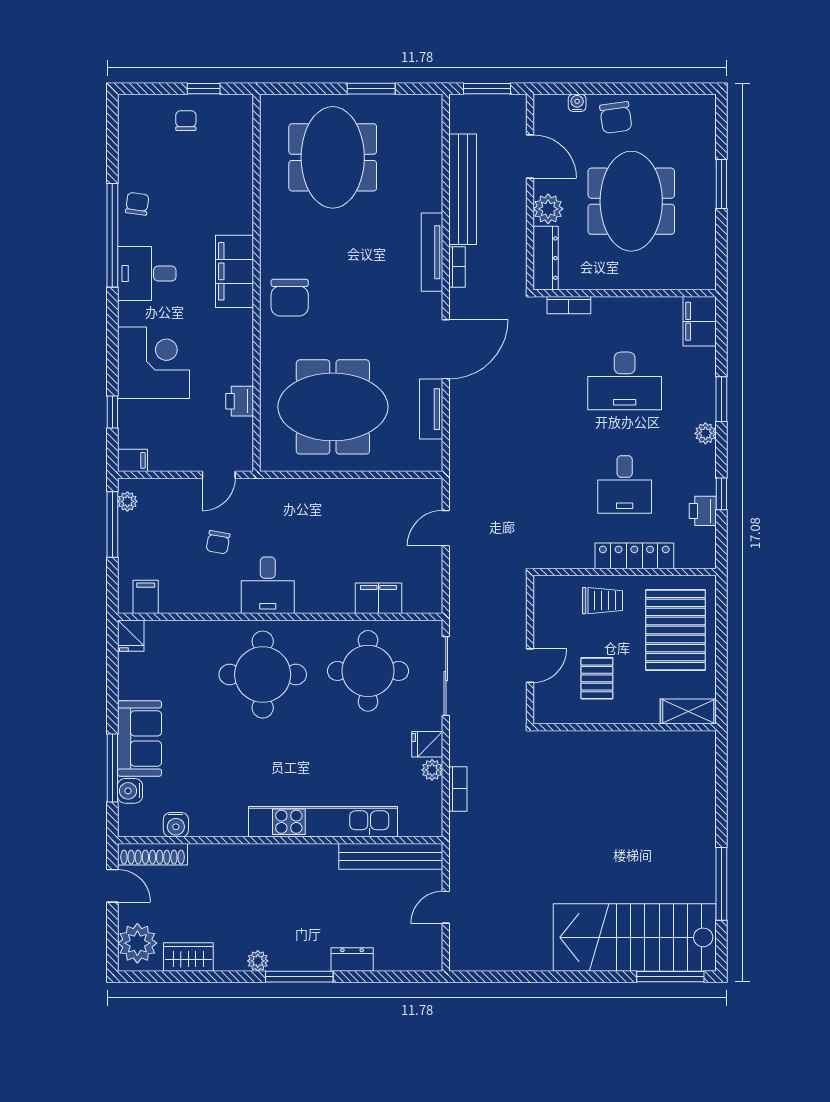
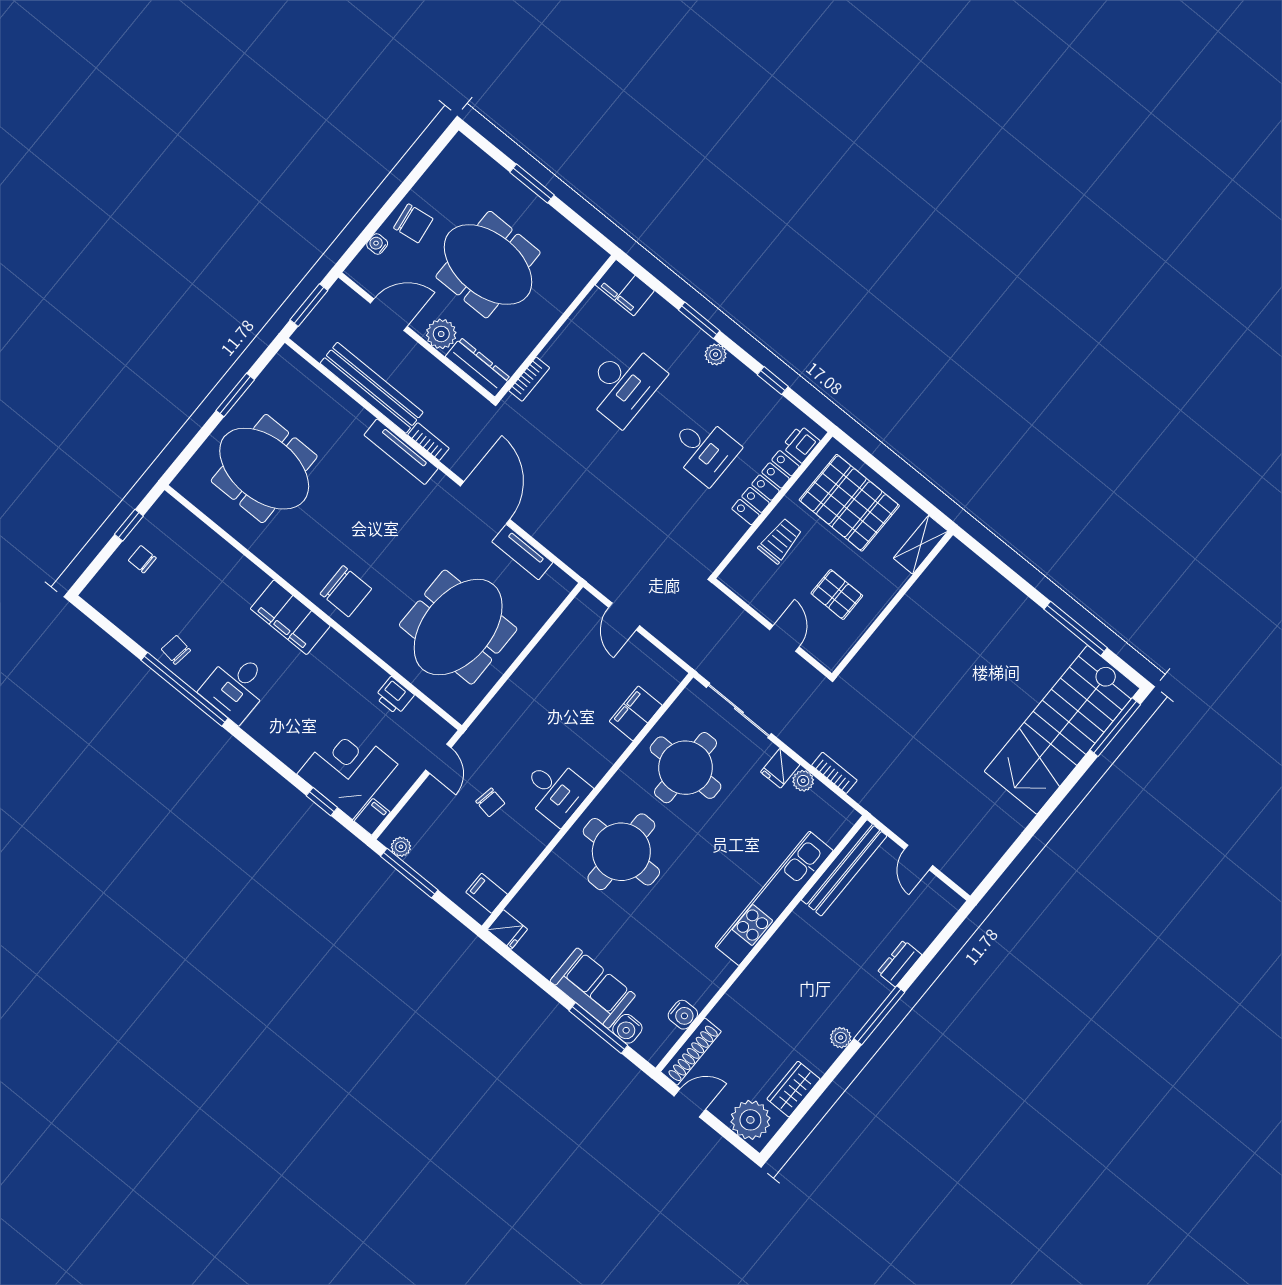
corner desk: (153, 363) -> (347, 769), moved
printer: (703, 511) -> (801, 444), moved, turned 90

